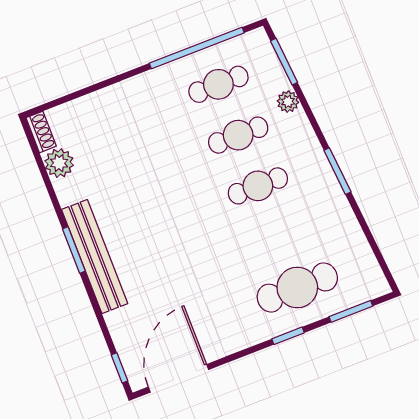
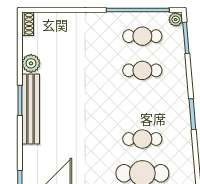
plant: (288, 102) -> (176, 19), moved
plant: (59, 163) -> (31, 63), moved
cafe table: (258, 186) -> (142, 139), moved

